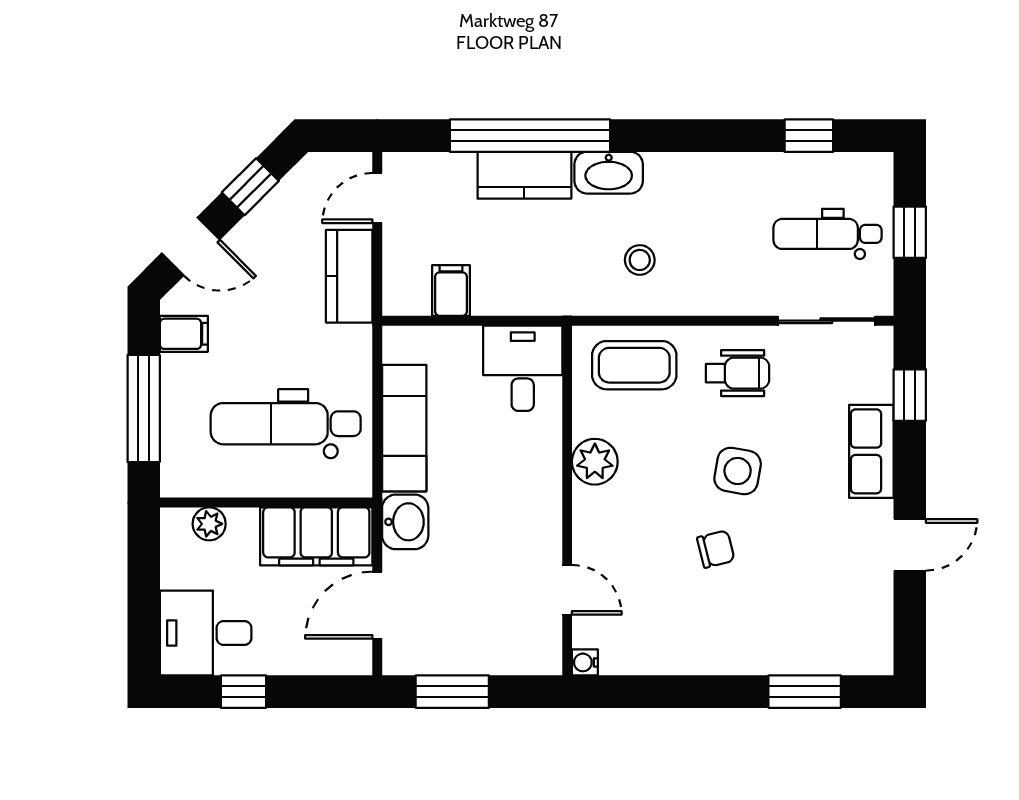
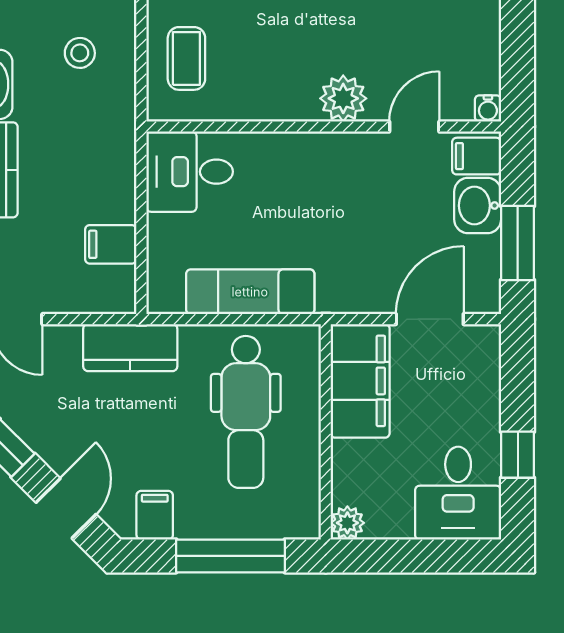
kitchen counter: (349, 276) -> (130, 348), moved
coffee table: (634, 365) -> (186, 58), width x0.73, depth x0.77
plant: (595, 462) -> (343, 98), moved
washbasin: (405, 522) -> (478, 206), moved, turned -90
plant: (209, 524) -> (347, 523), moved
door: (377, 605) -> (430, 319), swing flipped
filing cabinet: (538, 651) -> (477, 156), added

